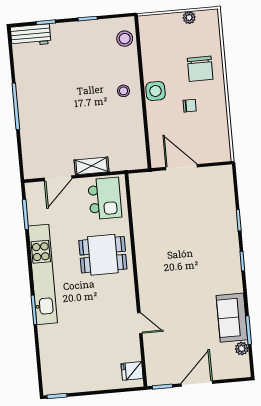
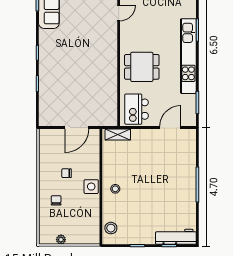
workbench: (31, 35) -> (176, 237), width x1.37
chair: (200, 69) -> (56, 200), width x0.54, depth x0.54
shelving: (92, 166) -> (118, 134), moved
door: (181, 167) -> (77, 127), hinge flipped
door: (140, 323) -> (119, 13), swing flipped

